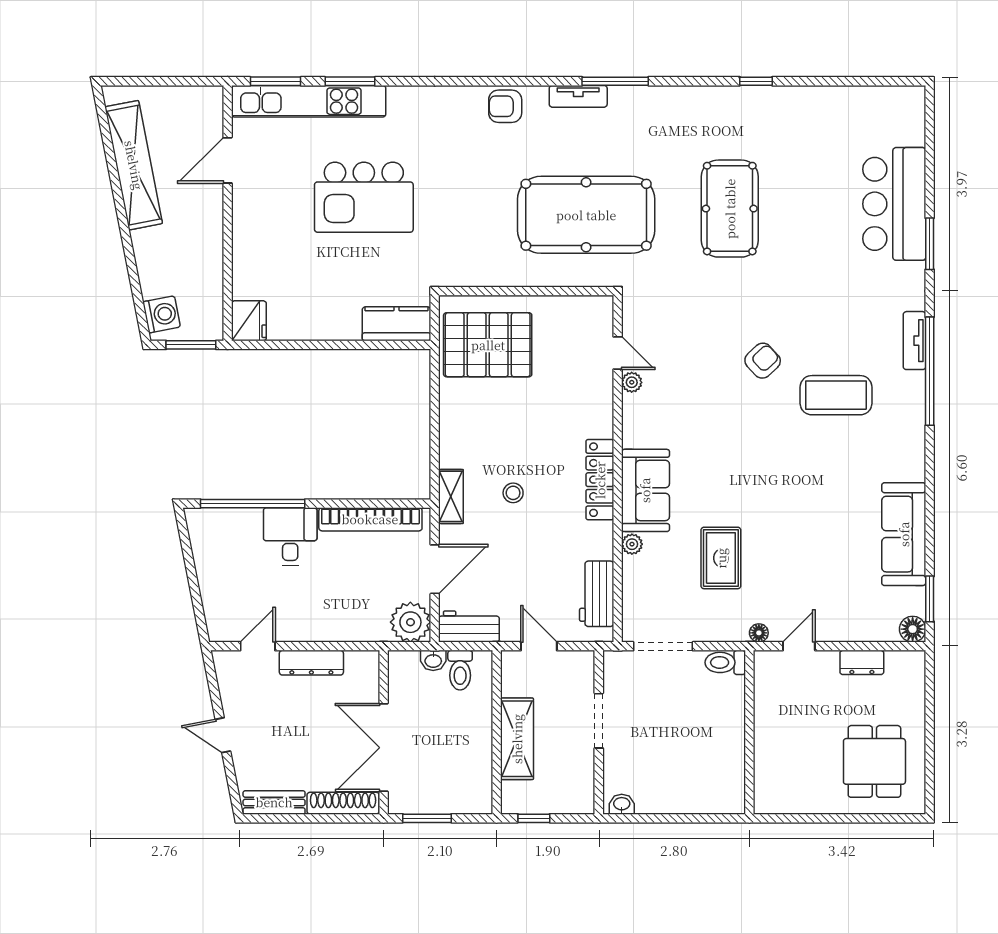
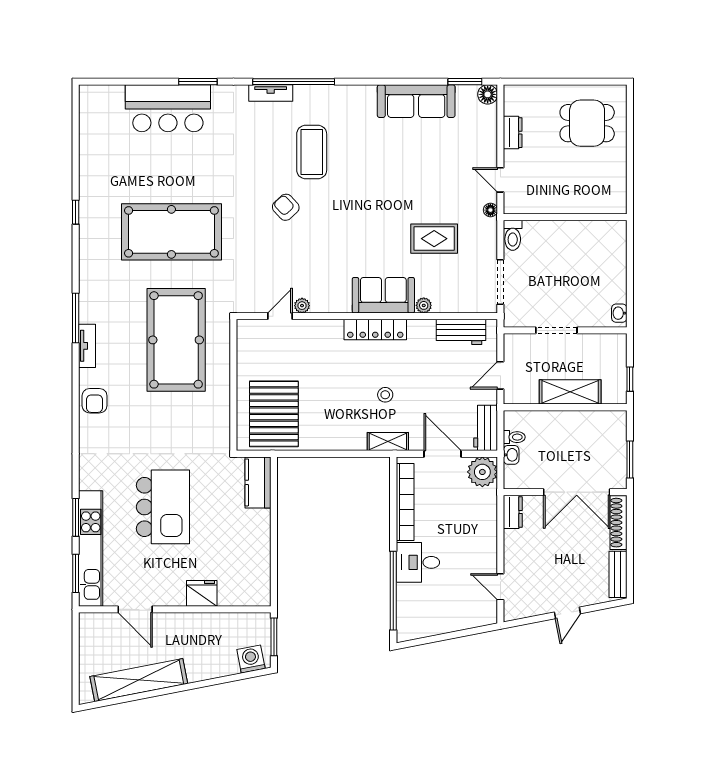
pool table: (730, 209) -> (171, 232), width x1.36, depth x1.32
fridge: (249, 321) -> (202, 593), moved
dresser: (311, 663) -> (513, 512), moved, width x0.70
toilet: (460, 670) -> (514, 437), width x0.73, depth x0.72

